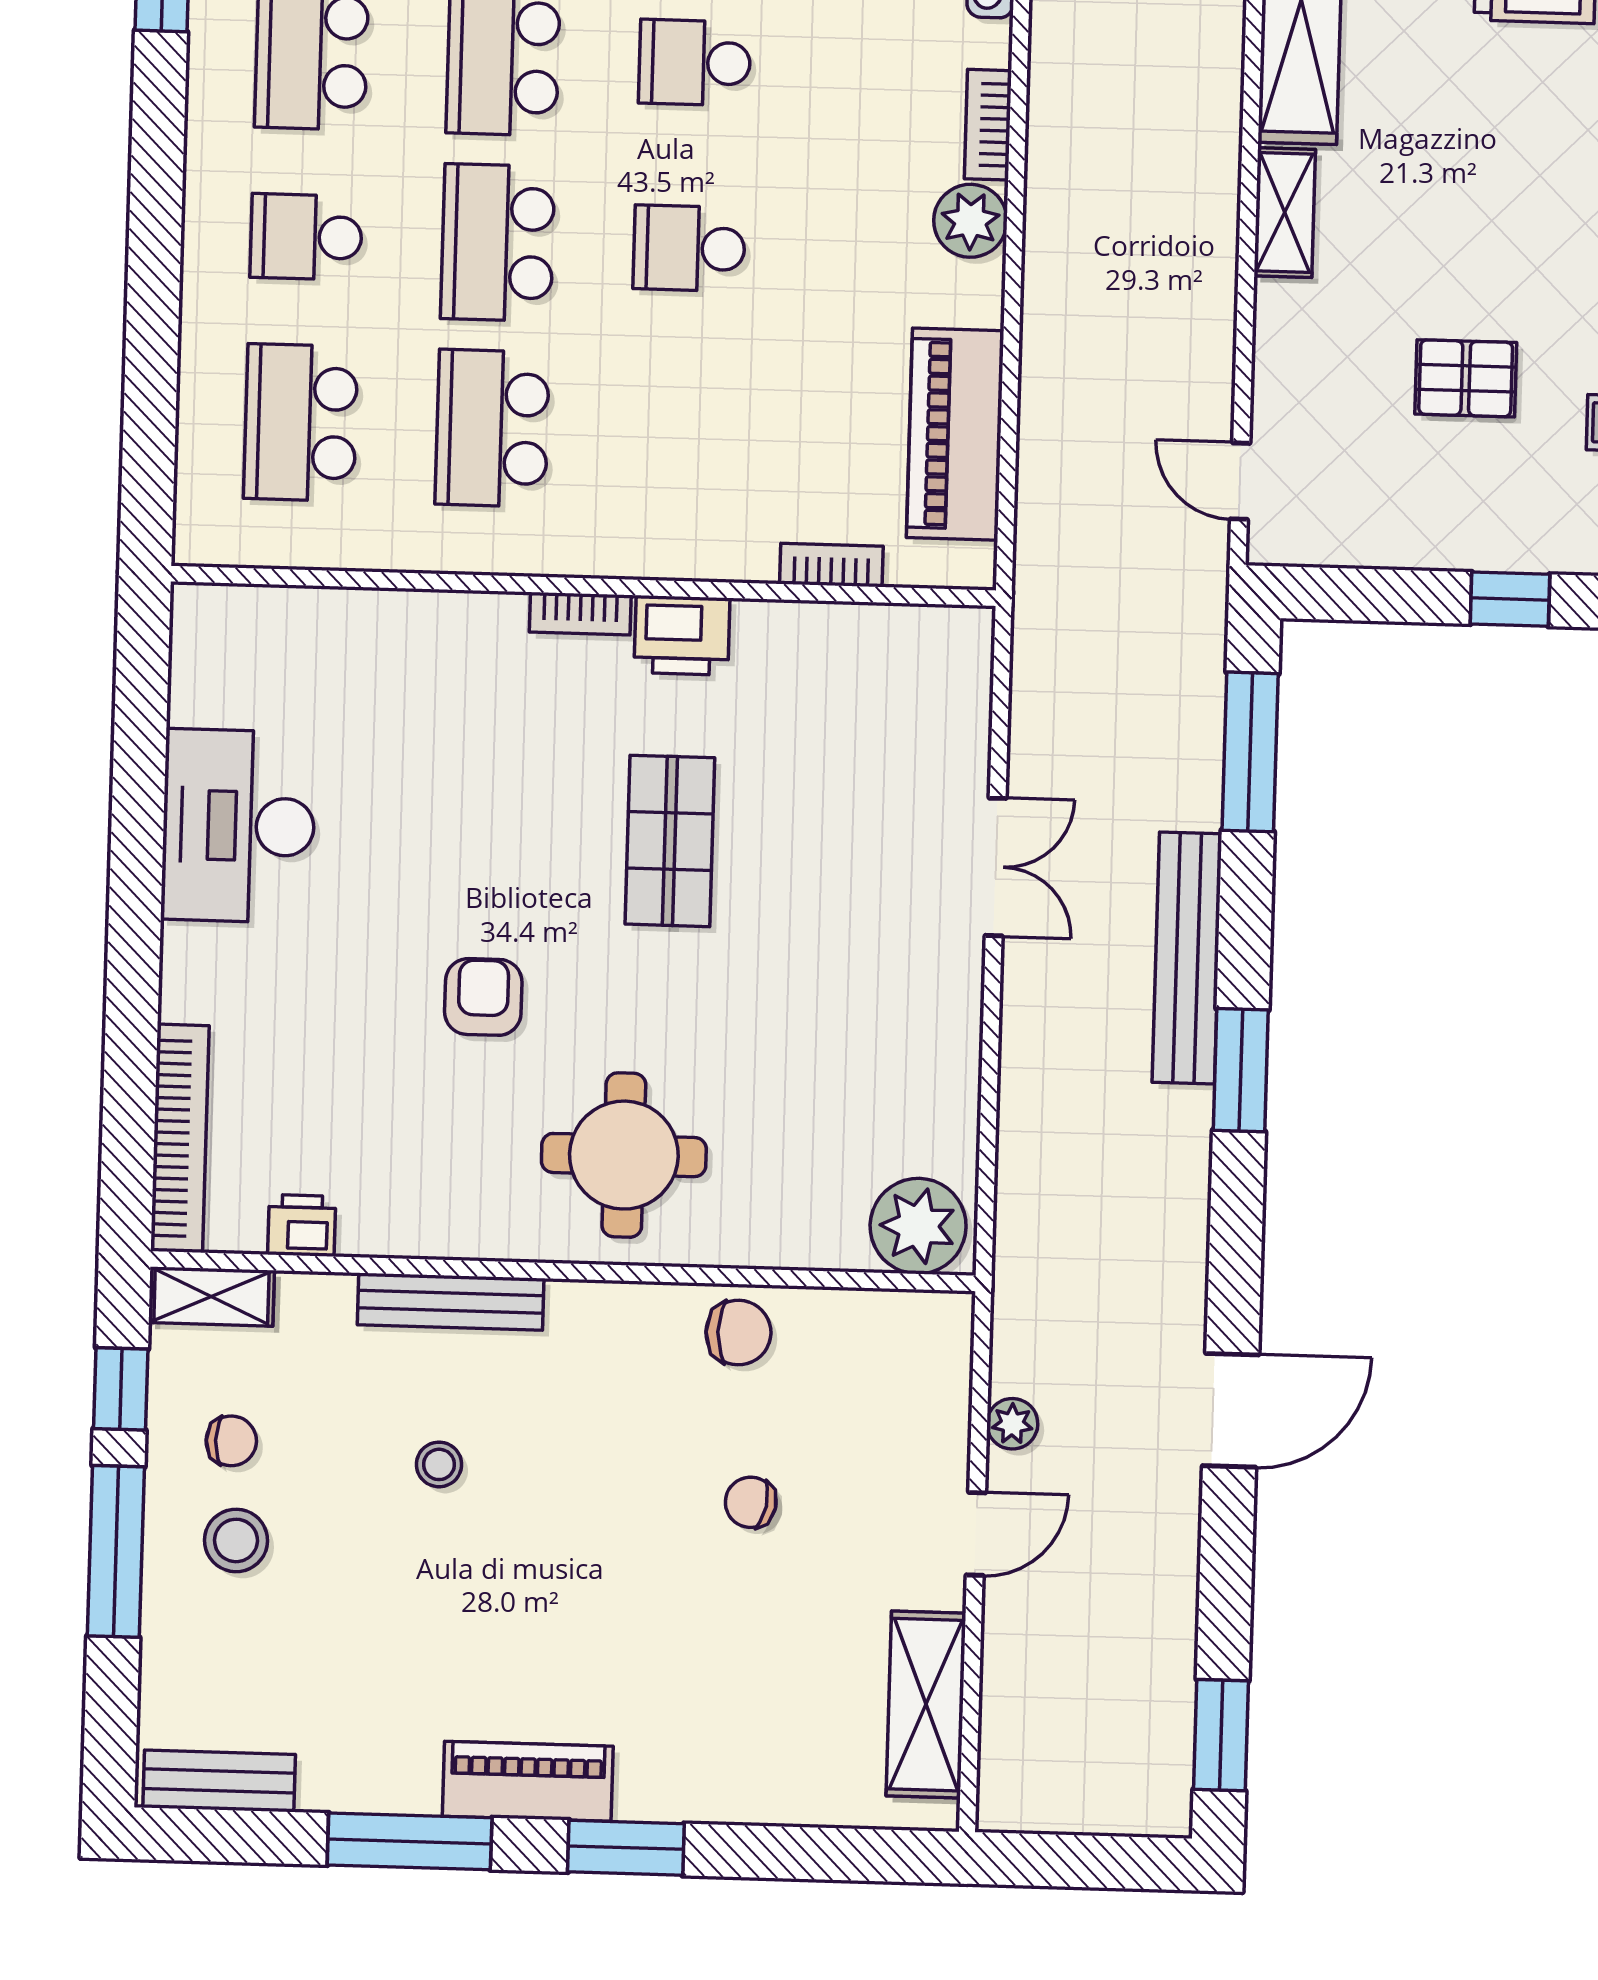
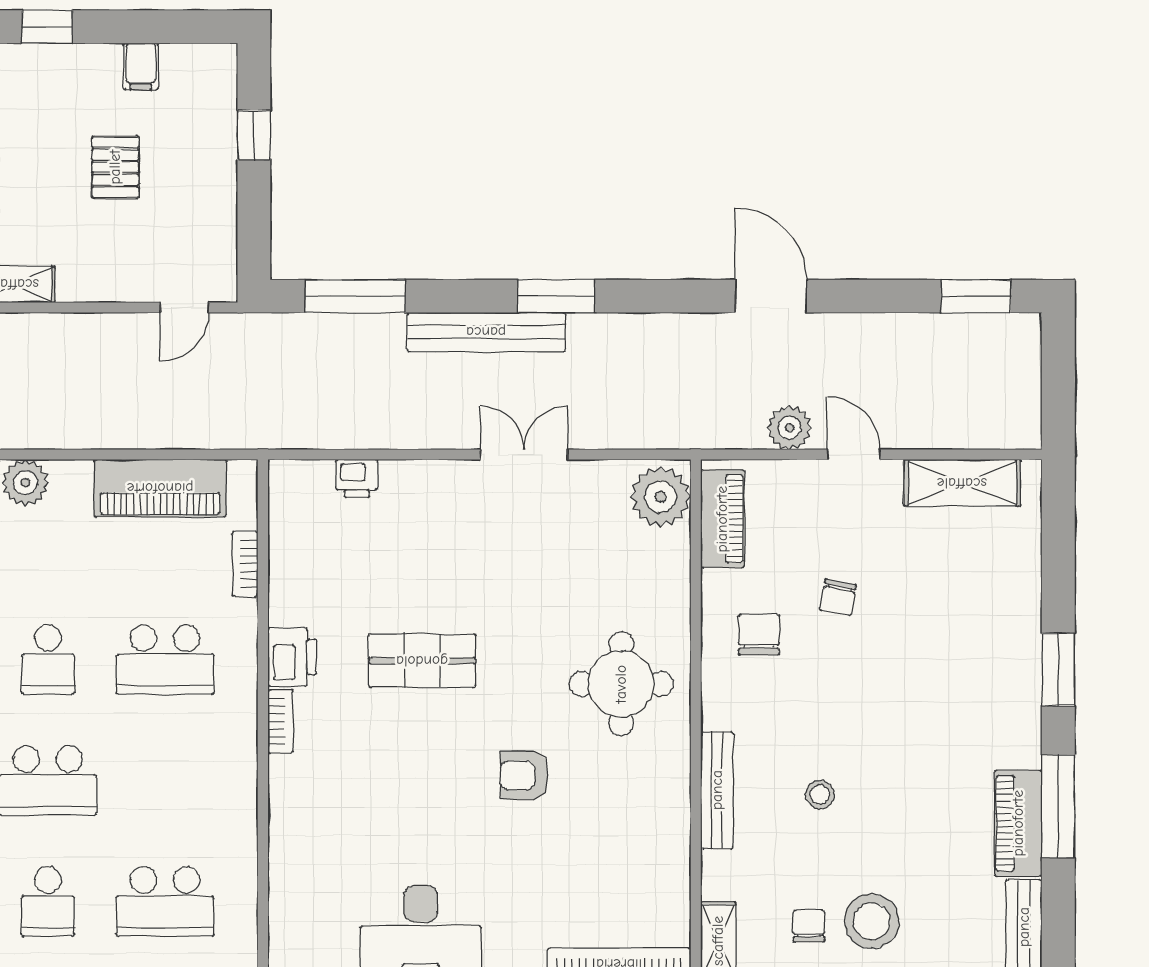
school desk: (492, 428) -> (165, 660), moved
double door: (996, 867) -> (524, 455), moved
printer: (302, 1226) -> (357, 479), moved, turned -90
piano: (881, 1323) -> (722, 519), added
chair: (738, 1333) -> (759, 635), moved
plant: (1012, 1424) -> (790, 428), width x1.38, depth x1.38
stool: (236, 1540) -> (872, 921), width x1.38, depth x1.38
piano: (528, 1781) -> (1018, 823), moved

